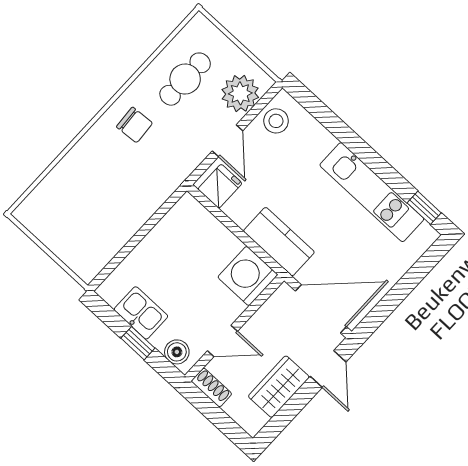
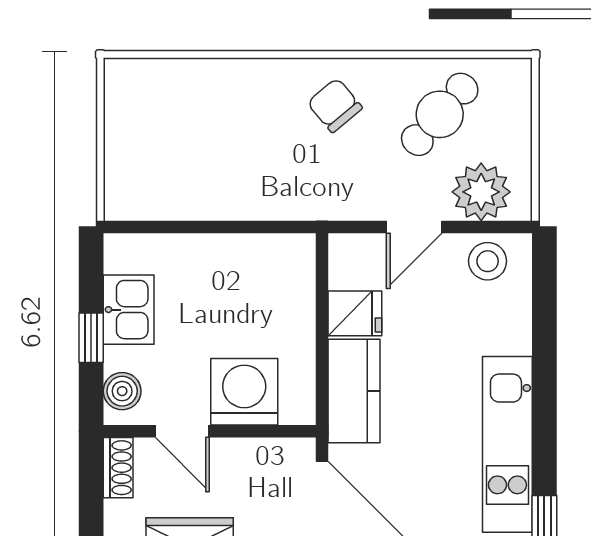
cafe table: (185, 79) -> (440, 114), turned -49
chair: (135, 125) -> (335, 105), turned 144
fridge: (220, 186) -> (355, 313), moved
washing machine: (248, 276) -> (244, 392), moved

